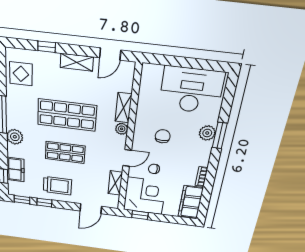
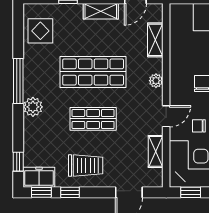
shelving: (123, 108) -> (155, 40), moved
freezer: (16, 170) -> (39, 177), moved, turned -90

